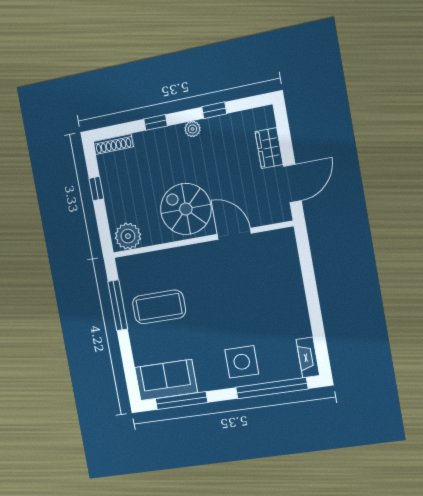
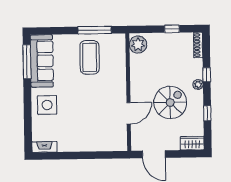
plant: (192, 129) -> (198, 85), moved
wardrobe: (269, 148) -> (192, 143), moved
spiral stairs: (186, 209) -> (170, 102), moved
sofa: (166, 380) -> (42, 61), width x1.36
window: (272, 388) -> (28, 121), removed

